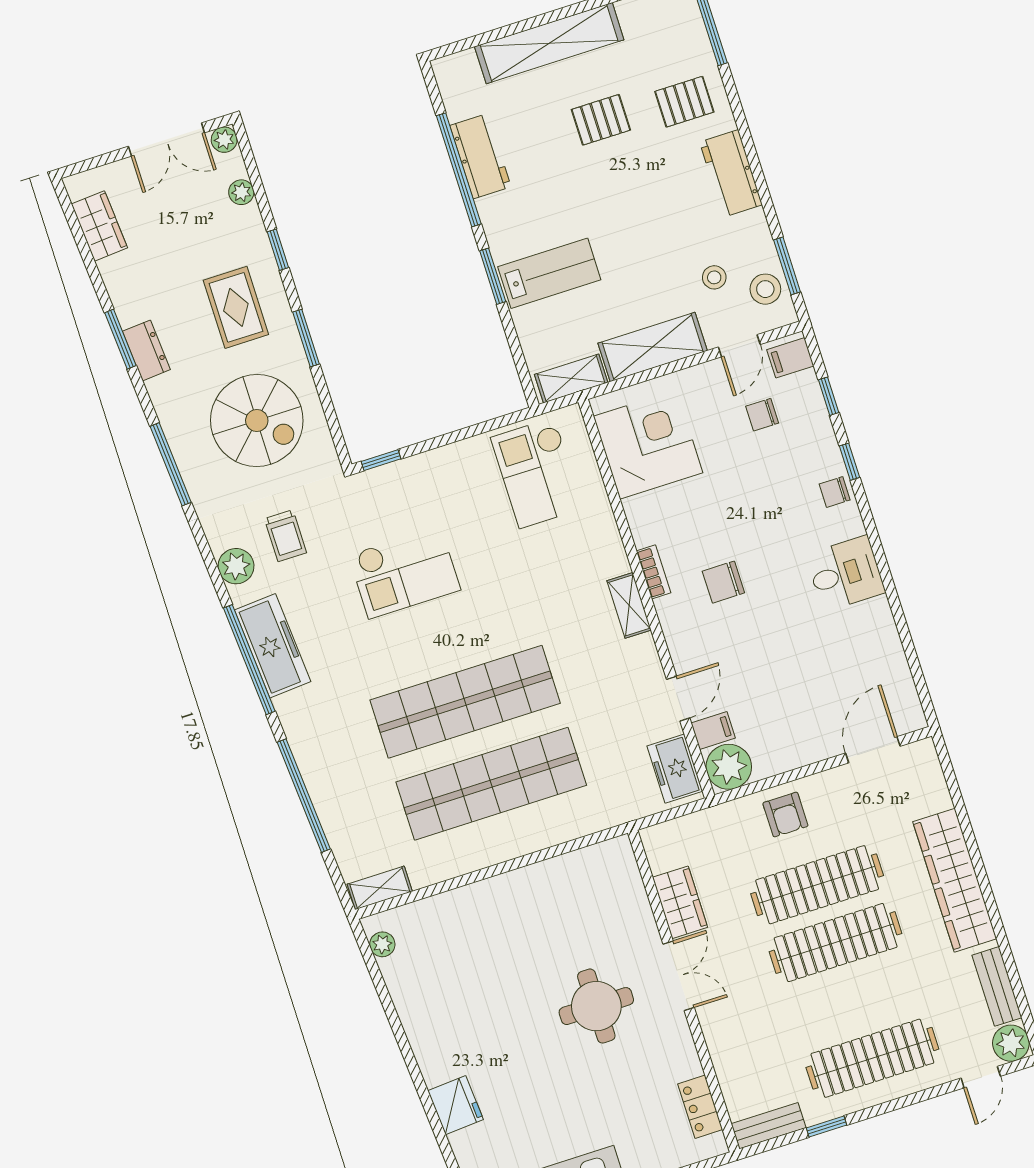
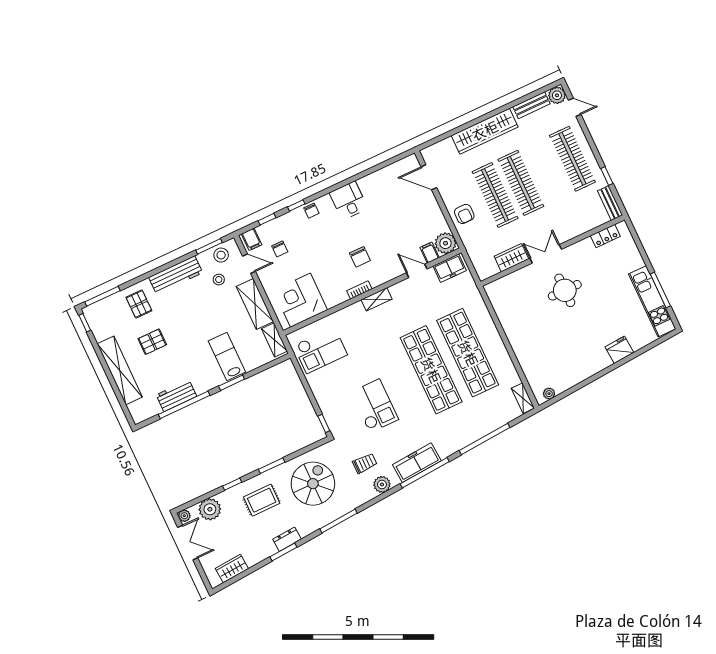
pallet: (601, 120) -> (152, 342), turned 90
workbench: (731, 173) -> (176, 275), width x1.38
plant: (241, 192) -> (210, 509), width x1.87, depth x1.87
armchair: (785, 815) -> (464, 214), turned 90

